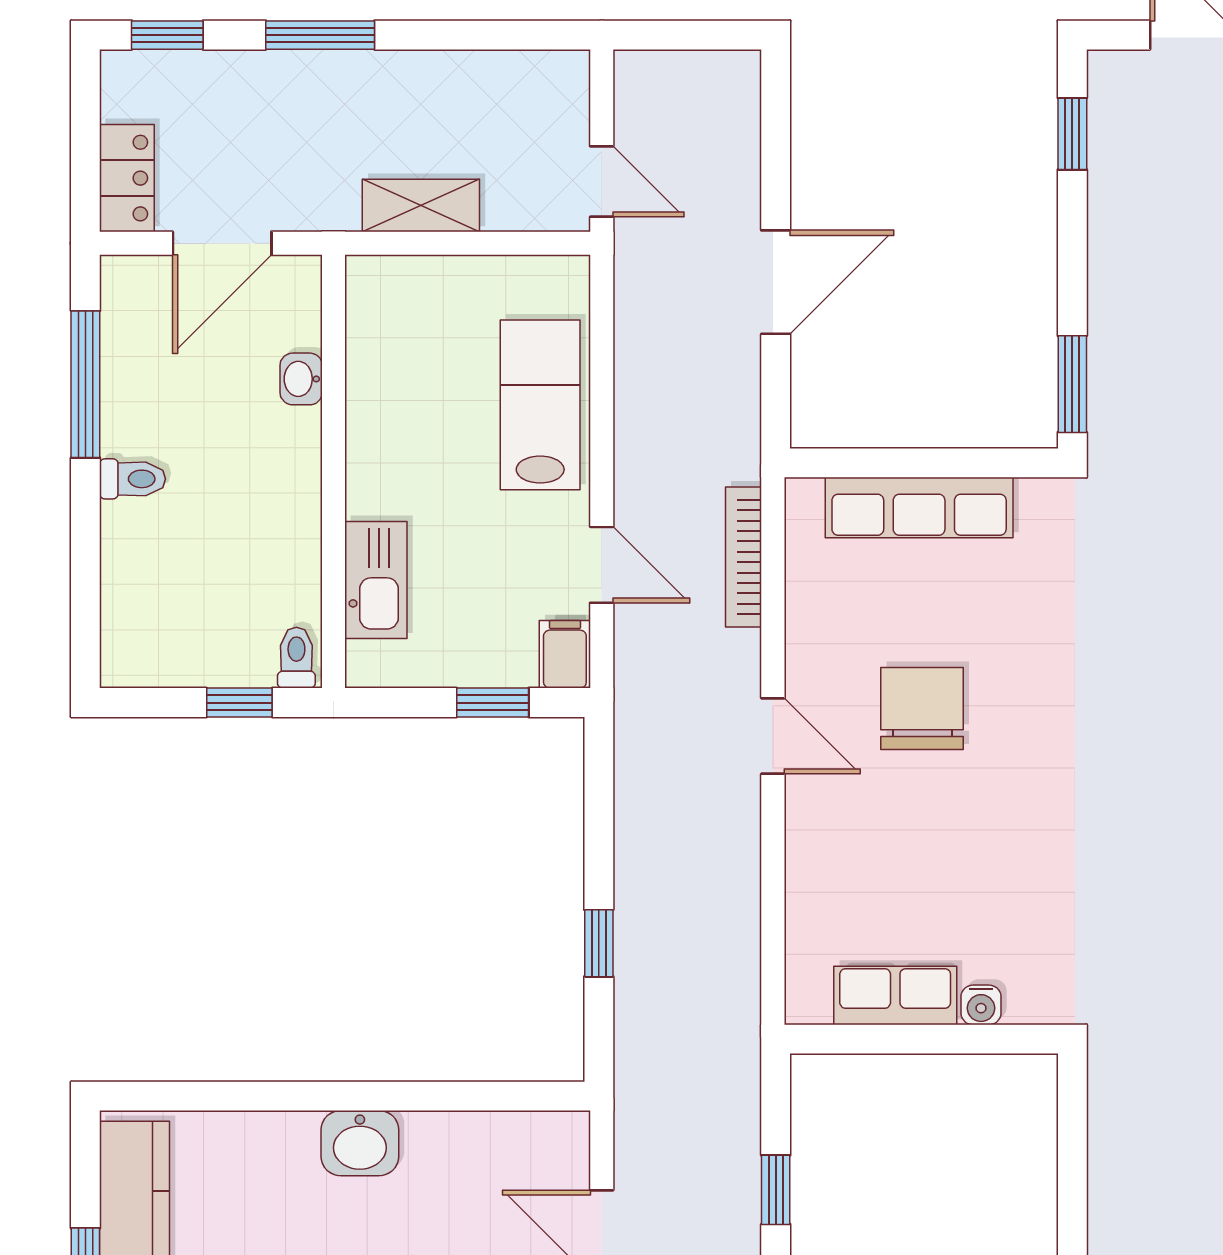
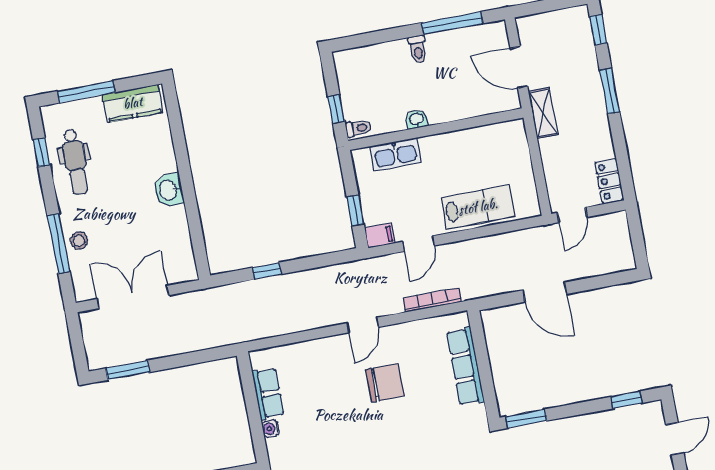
locker: (127, 178) -> (609, 181), moved, turned 90
shelving: (421, 206) -> (543, 113), moved
washbasin: (301, 379) -> (417, 119), moved
window: (776, 1190) -> (181, 360), removed

